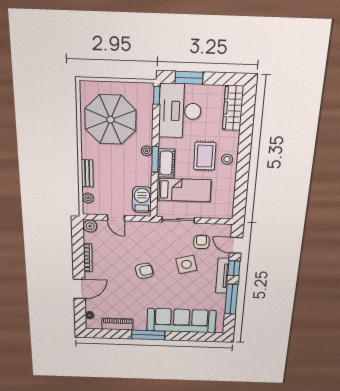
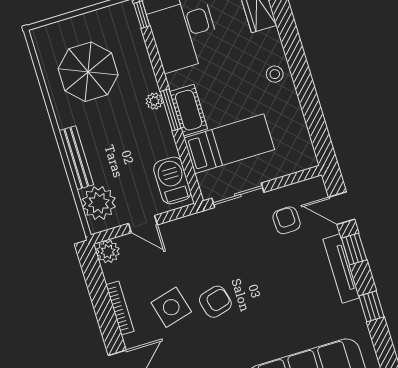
parasol: (110, 120) -> (88, 72), width x0.73, depth x0.73
rug: (205, 156) -> (241, 80), removed
bench: (87, 173) -> (76, 158), width x1.36
plant: (88, 198) -> (99, 203), width x1.88, depth x1.88
side table: (186, 264) -> (171, 307), moved
window: (231, 299) -> (372, 306), width x0.46

